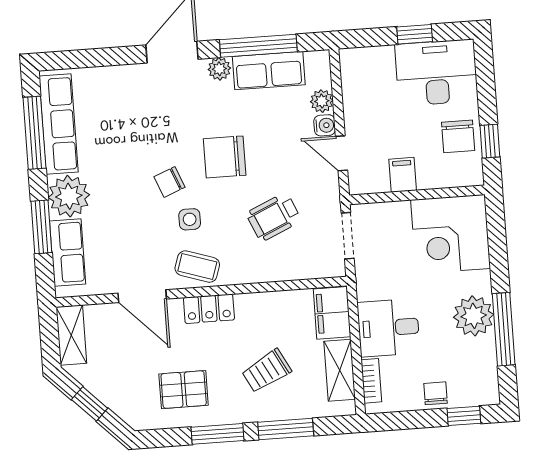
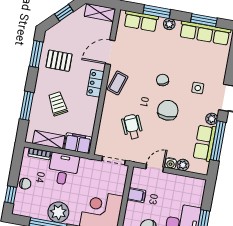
window: (34, 133) -> (204, 20), width x0.69
plant: (69, 196) -> (169, 24), width x0.53, depth x0.53
side table: (190, 219) -> (198, 88), moved
pallet: (184, 390) -> (59, 61), turned 90
window: (218, 434) -> (36, 54), moved

